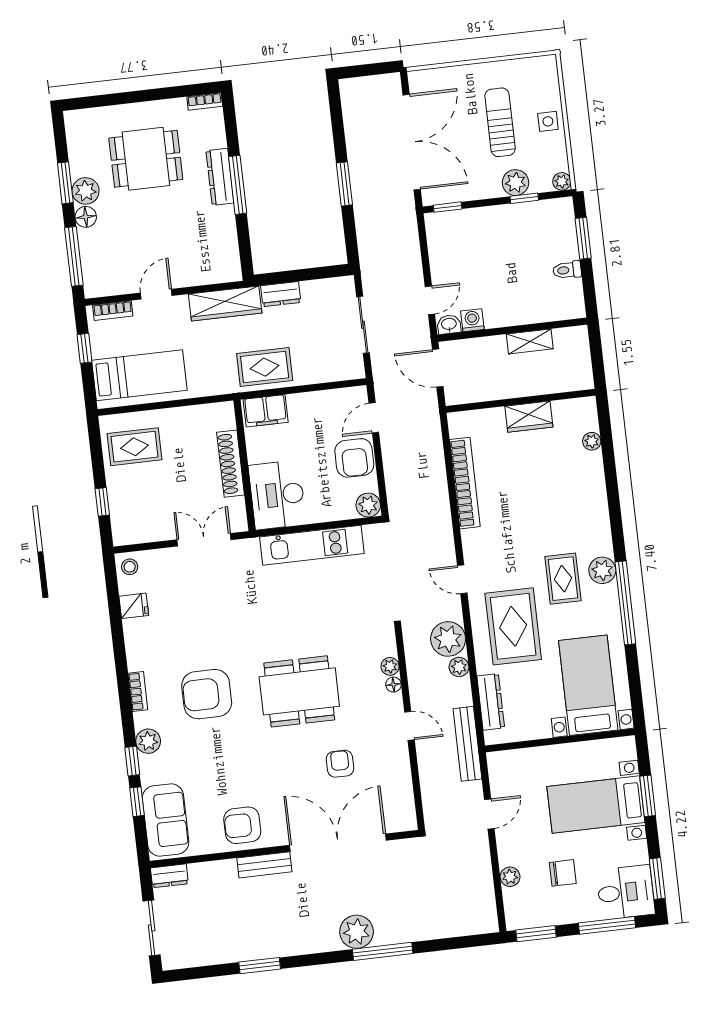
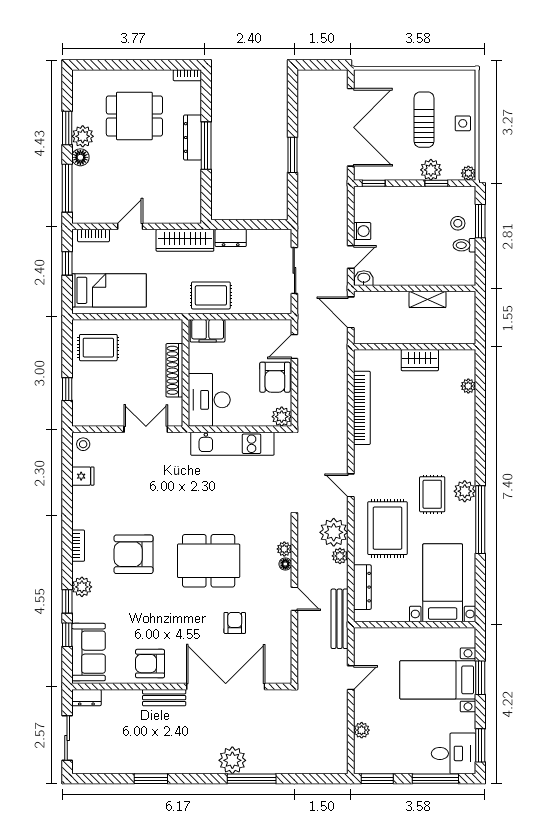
stool: (556, 244) -> (458, 223), added
washing machine: (472, 320) -> (362, 231), moved, turned 90
chair: (563, 873) -> (405, 732), removed

